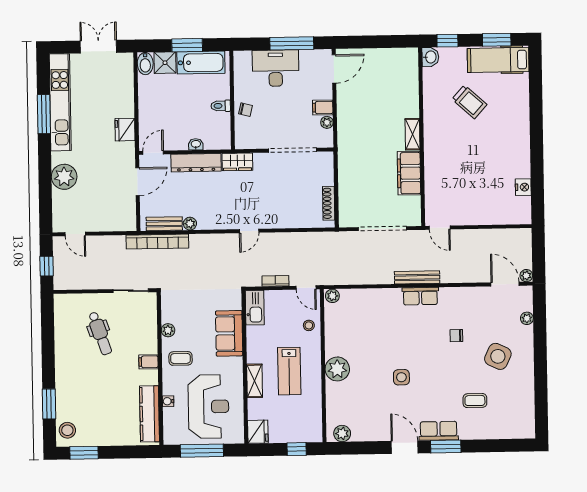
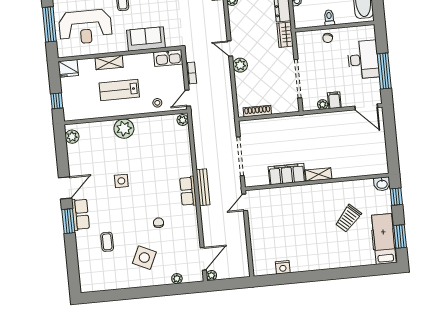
plant: (270, 220) -> (240, 65), added

